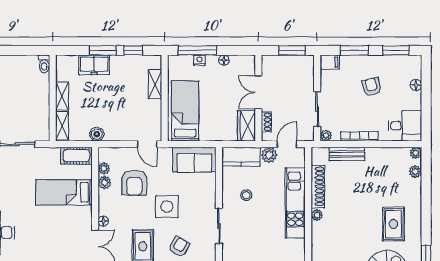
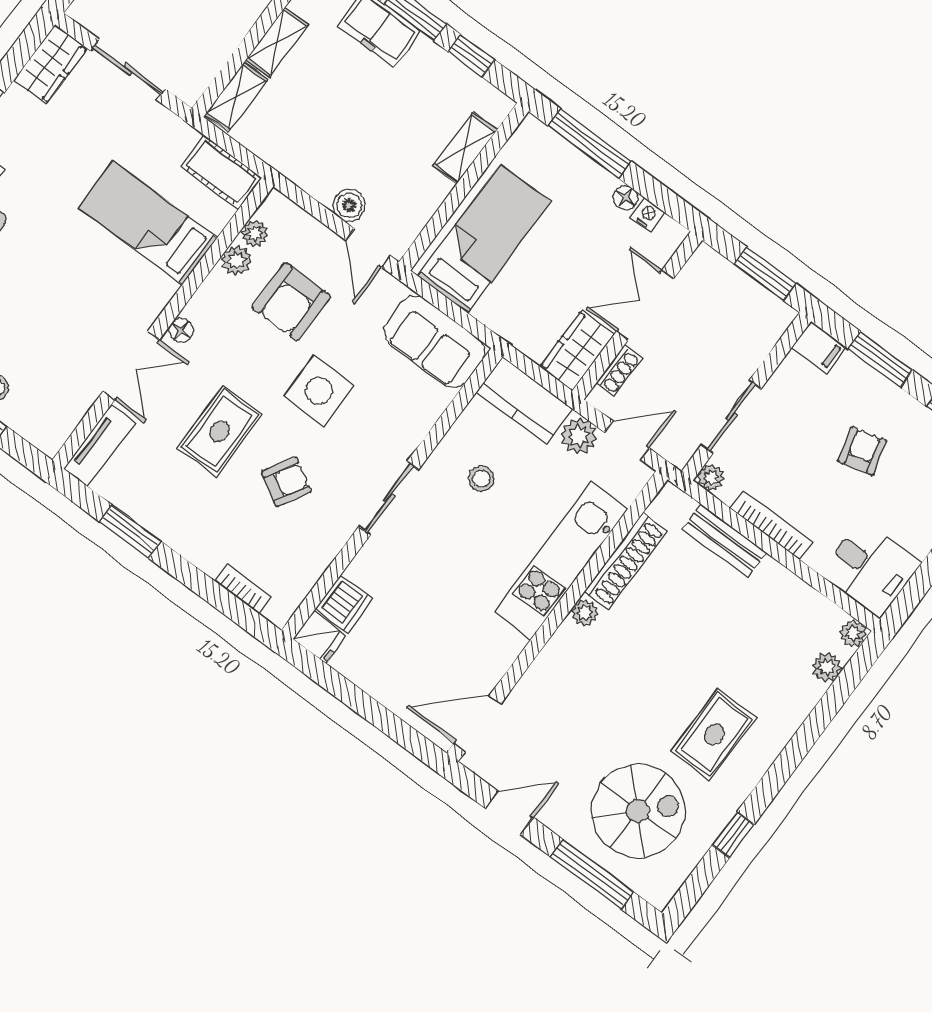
nightstand: (199, 60) -> (647, 215), moved
boiler: (97, 134) -> (349, 205), moved

